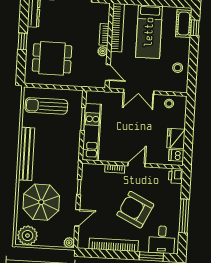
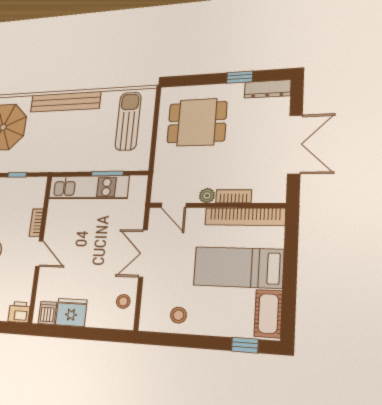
cot: (184, 24) -> (268, 314), moved, turned 90
window: (22, 41) -> (240, 77), moved
dining table: (52, 58) -> (197, 122), turned 90
door: (108, 73) -> (174, 205), hinge flipped

